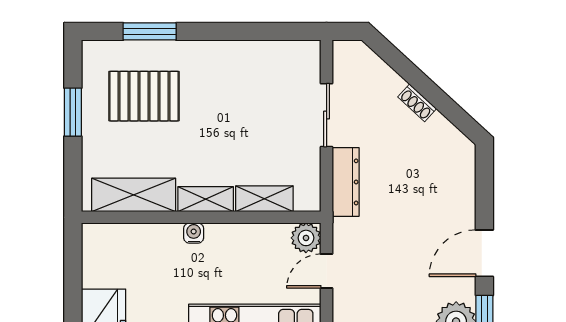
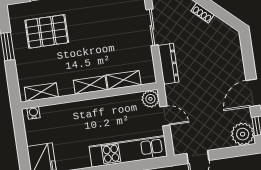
shelving: (134, 195) -> (41, 92), width x0.67, depth x0.75
water cooler: (194, 233) -> (34, 113), moved
door: (327, 271) -> (165, 116), swing flipped

